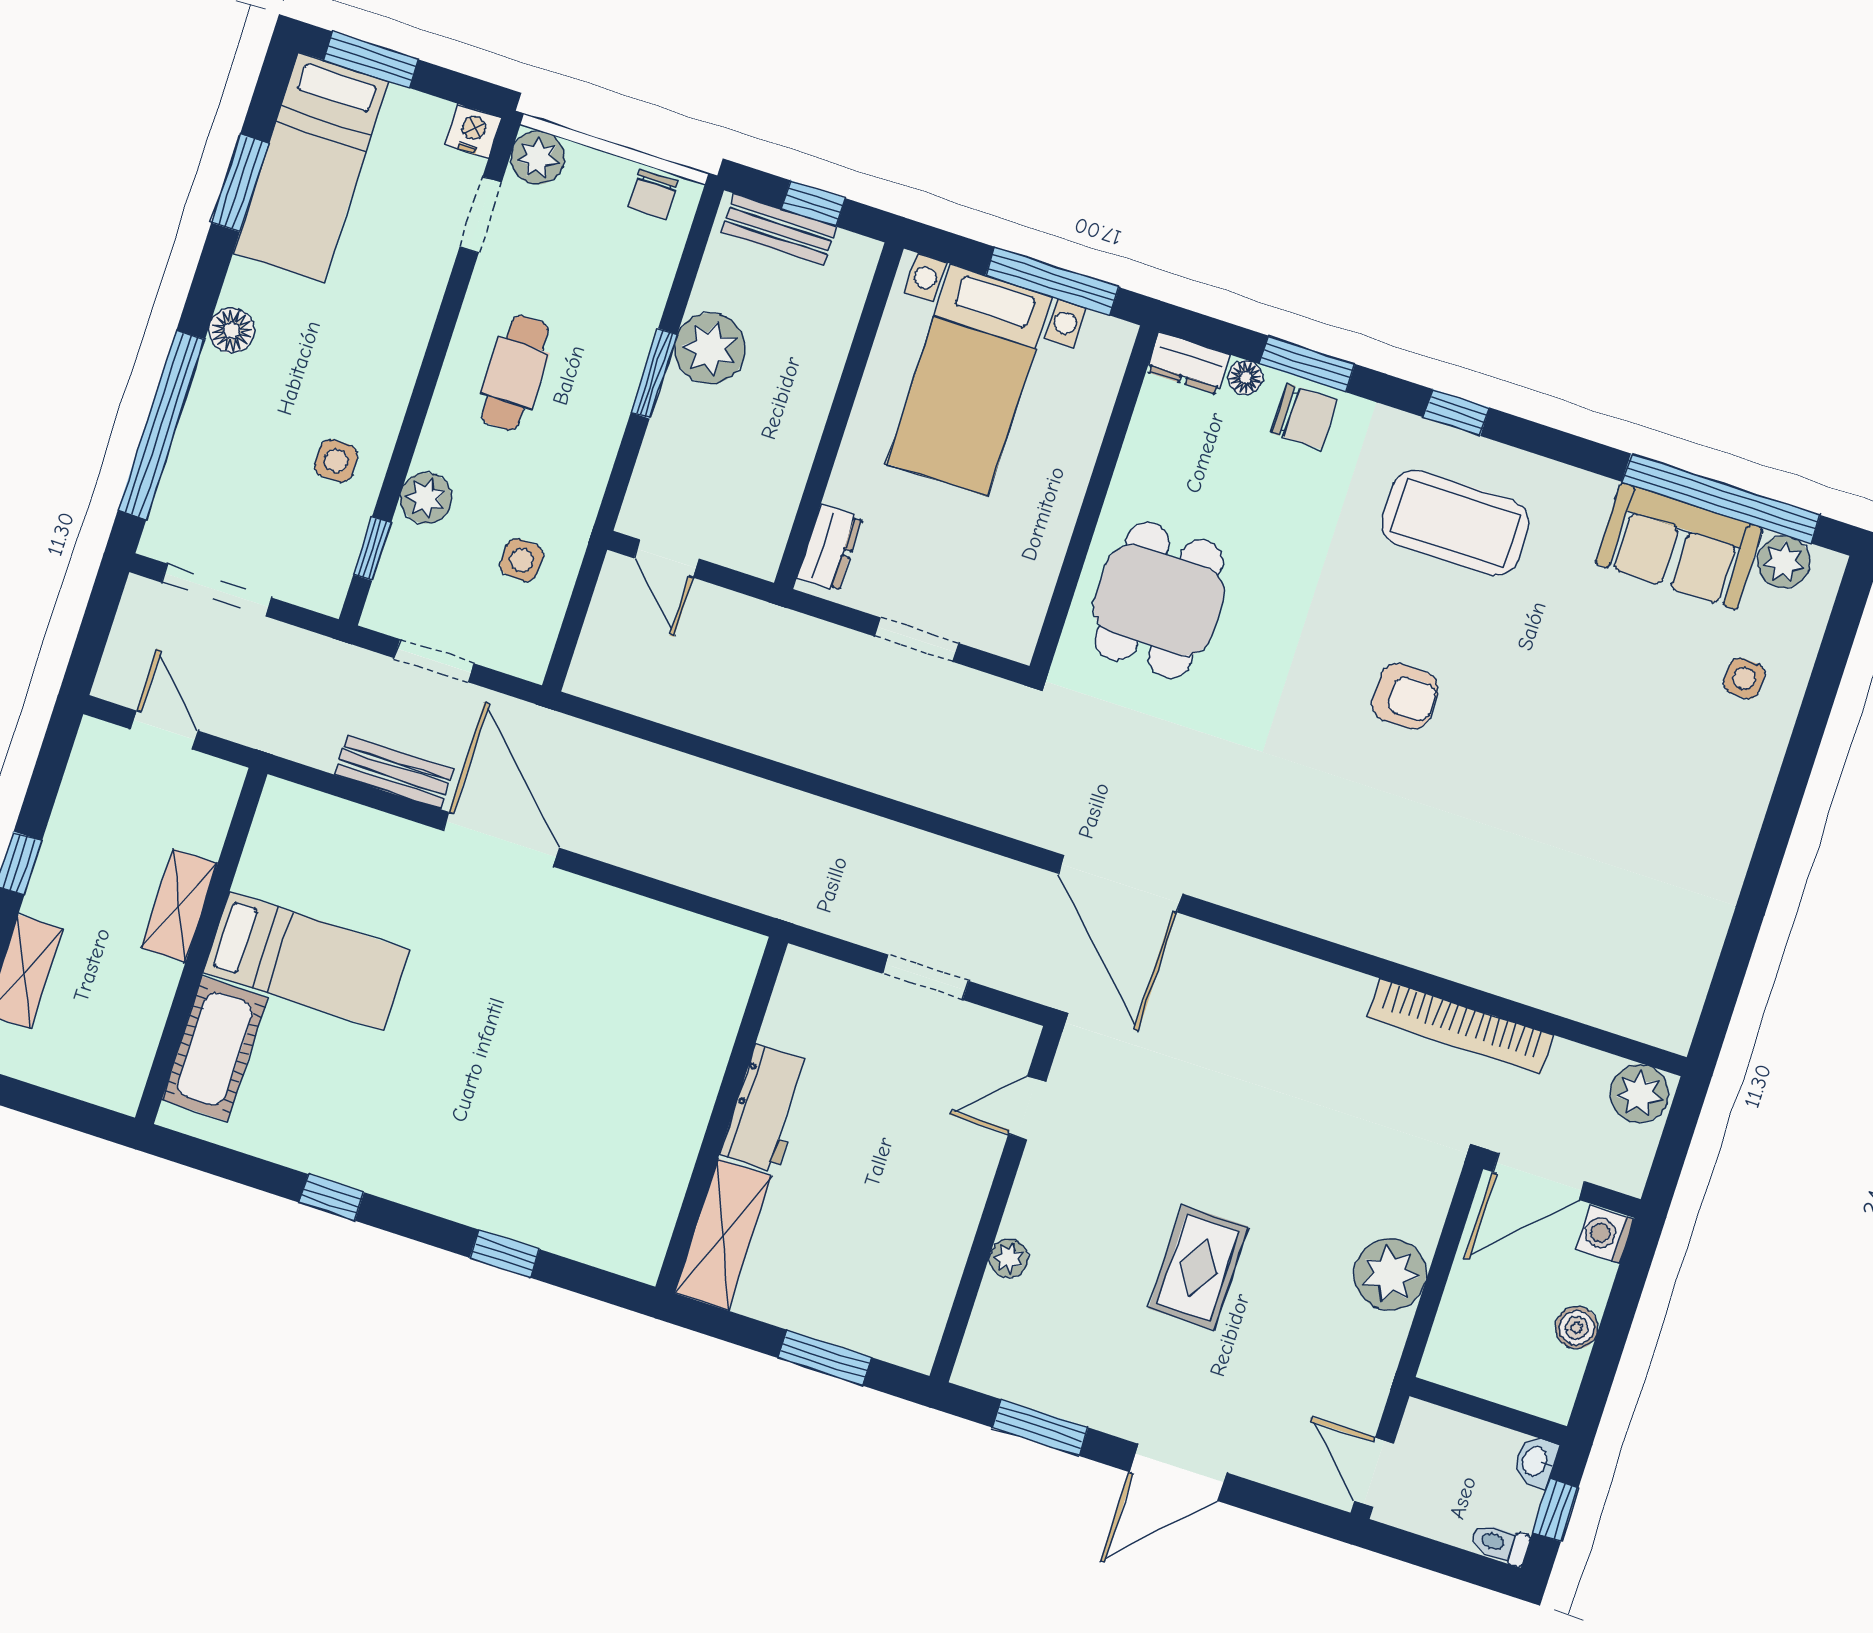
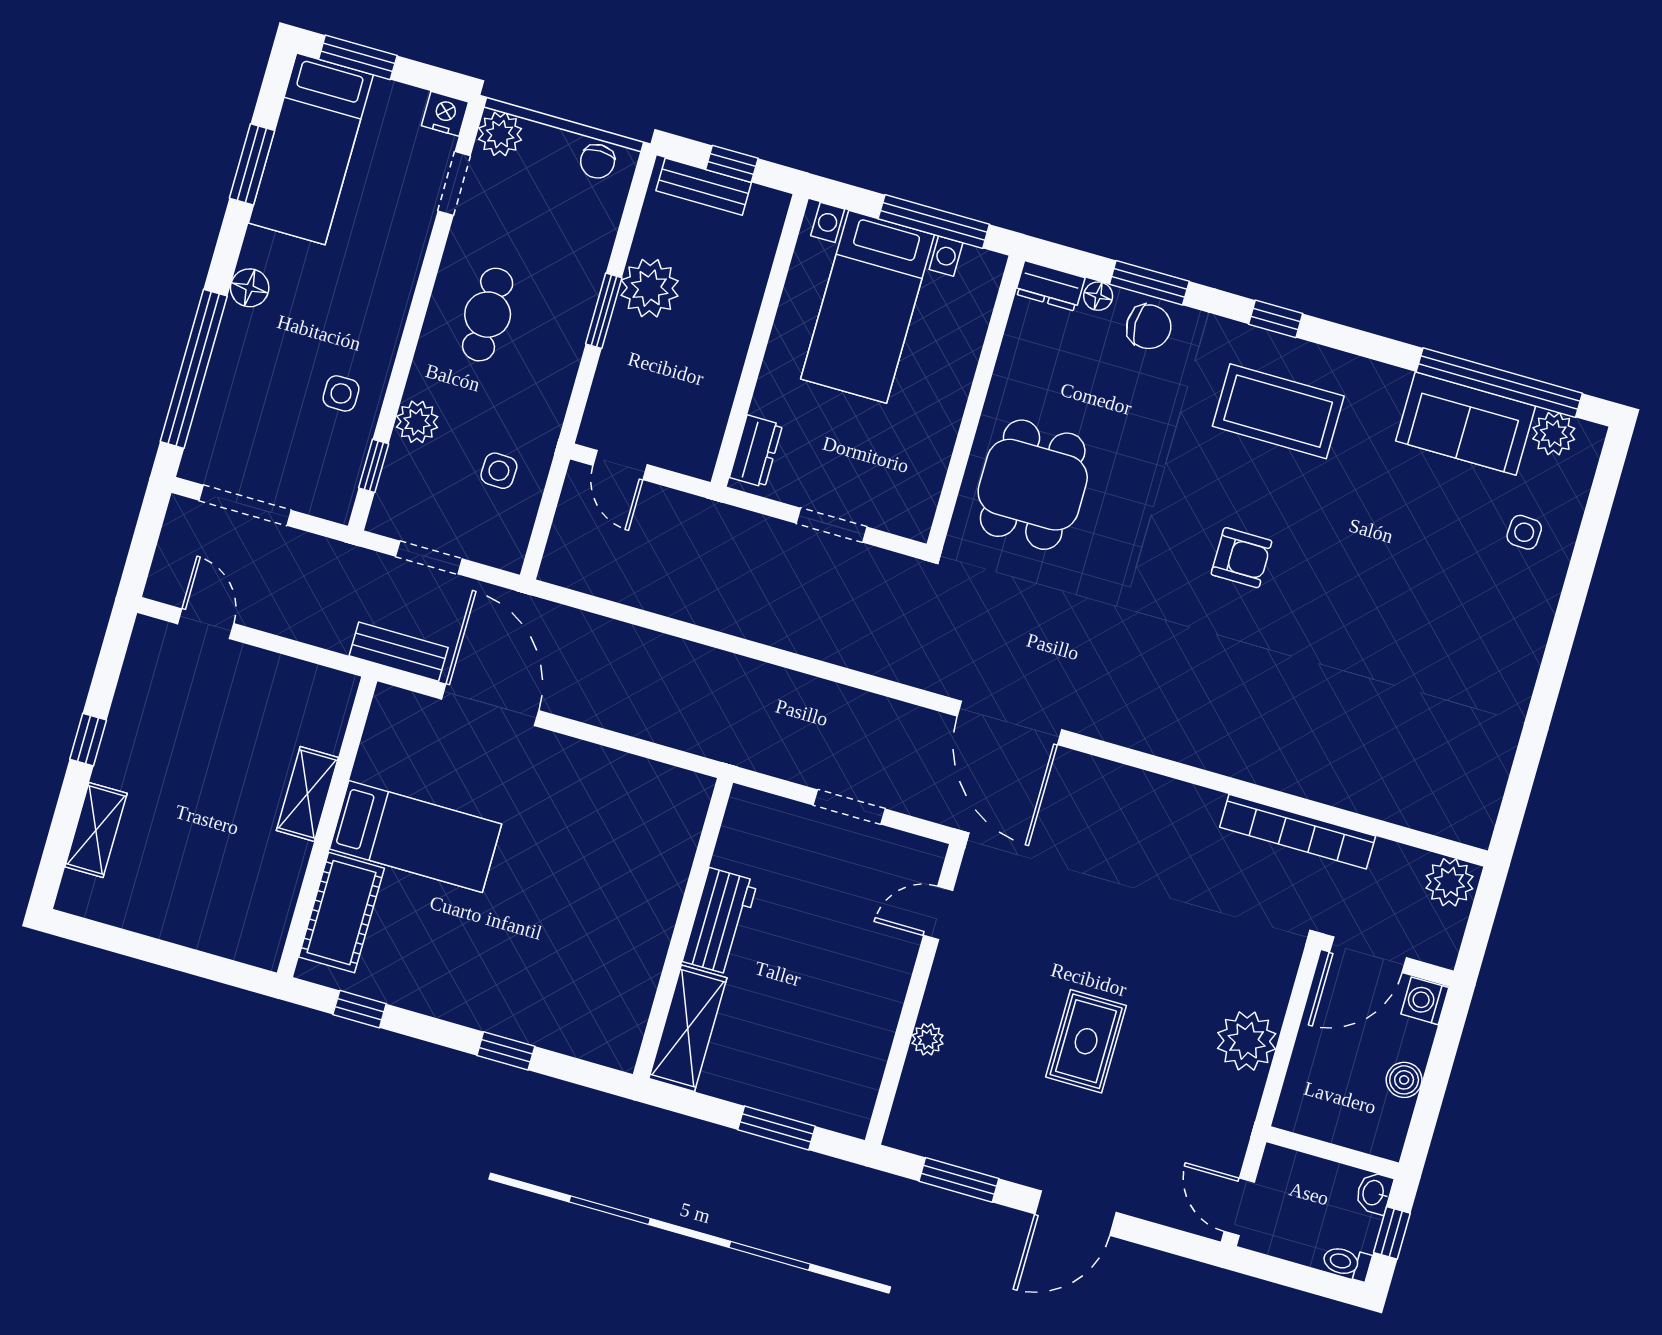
shelving: (179, 906) -> (307, 794), moved
wall: (201, 946) -> (327, 827), moved
bed: (307, 961) -> (416, 836), moved
cot: (215, 1049) -> (341, 913), moved

